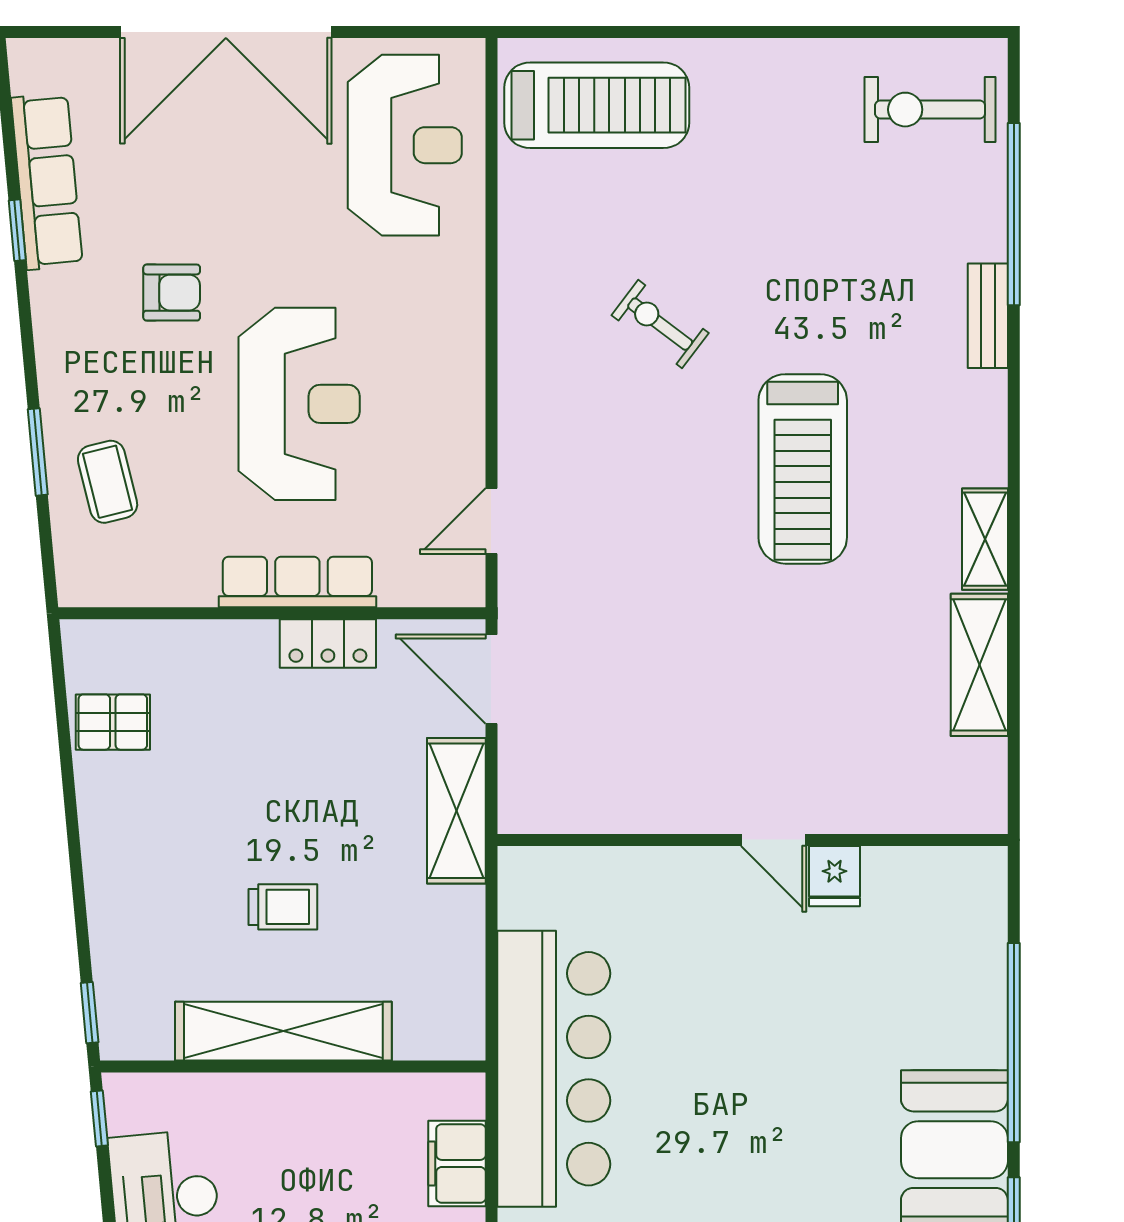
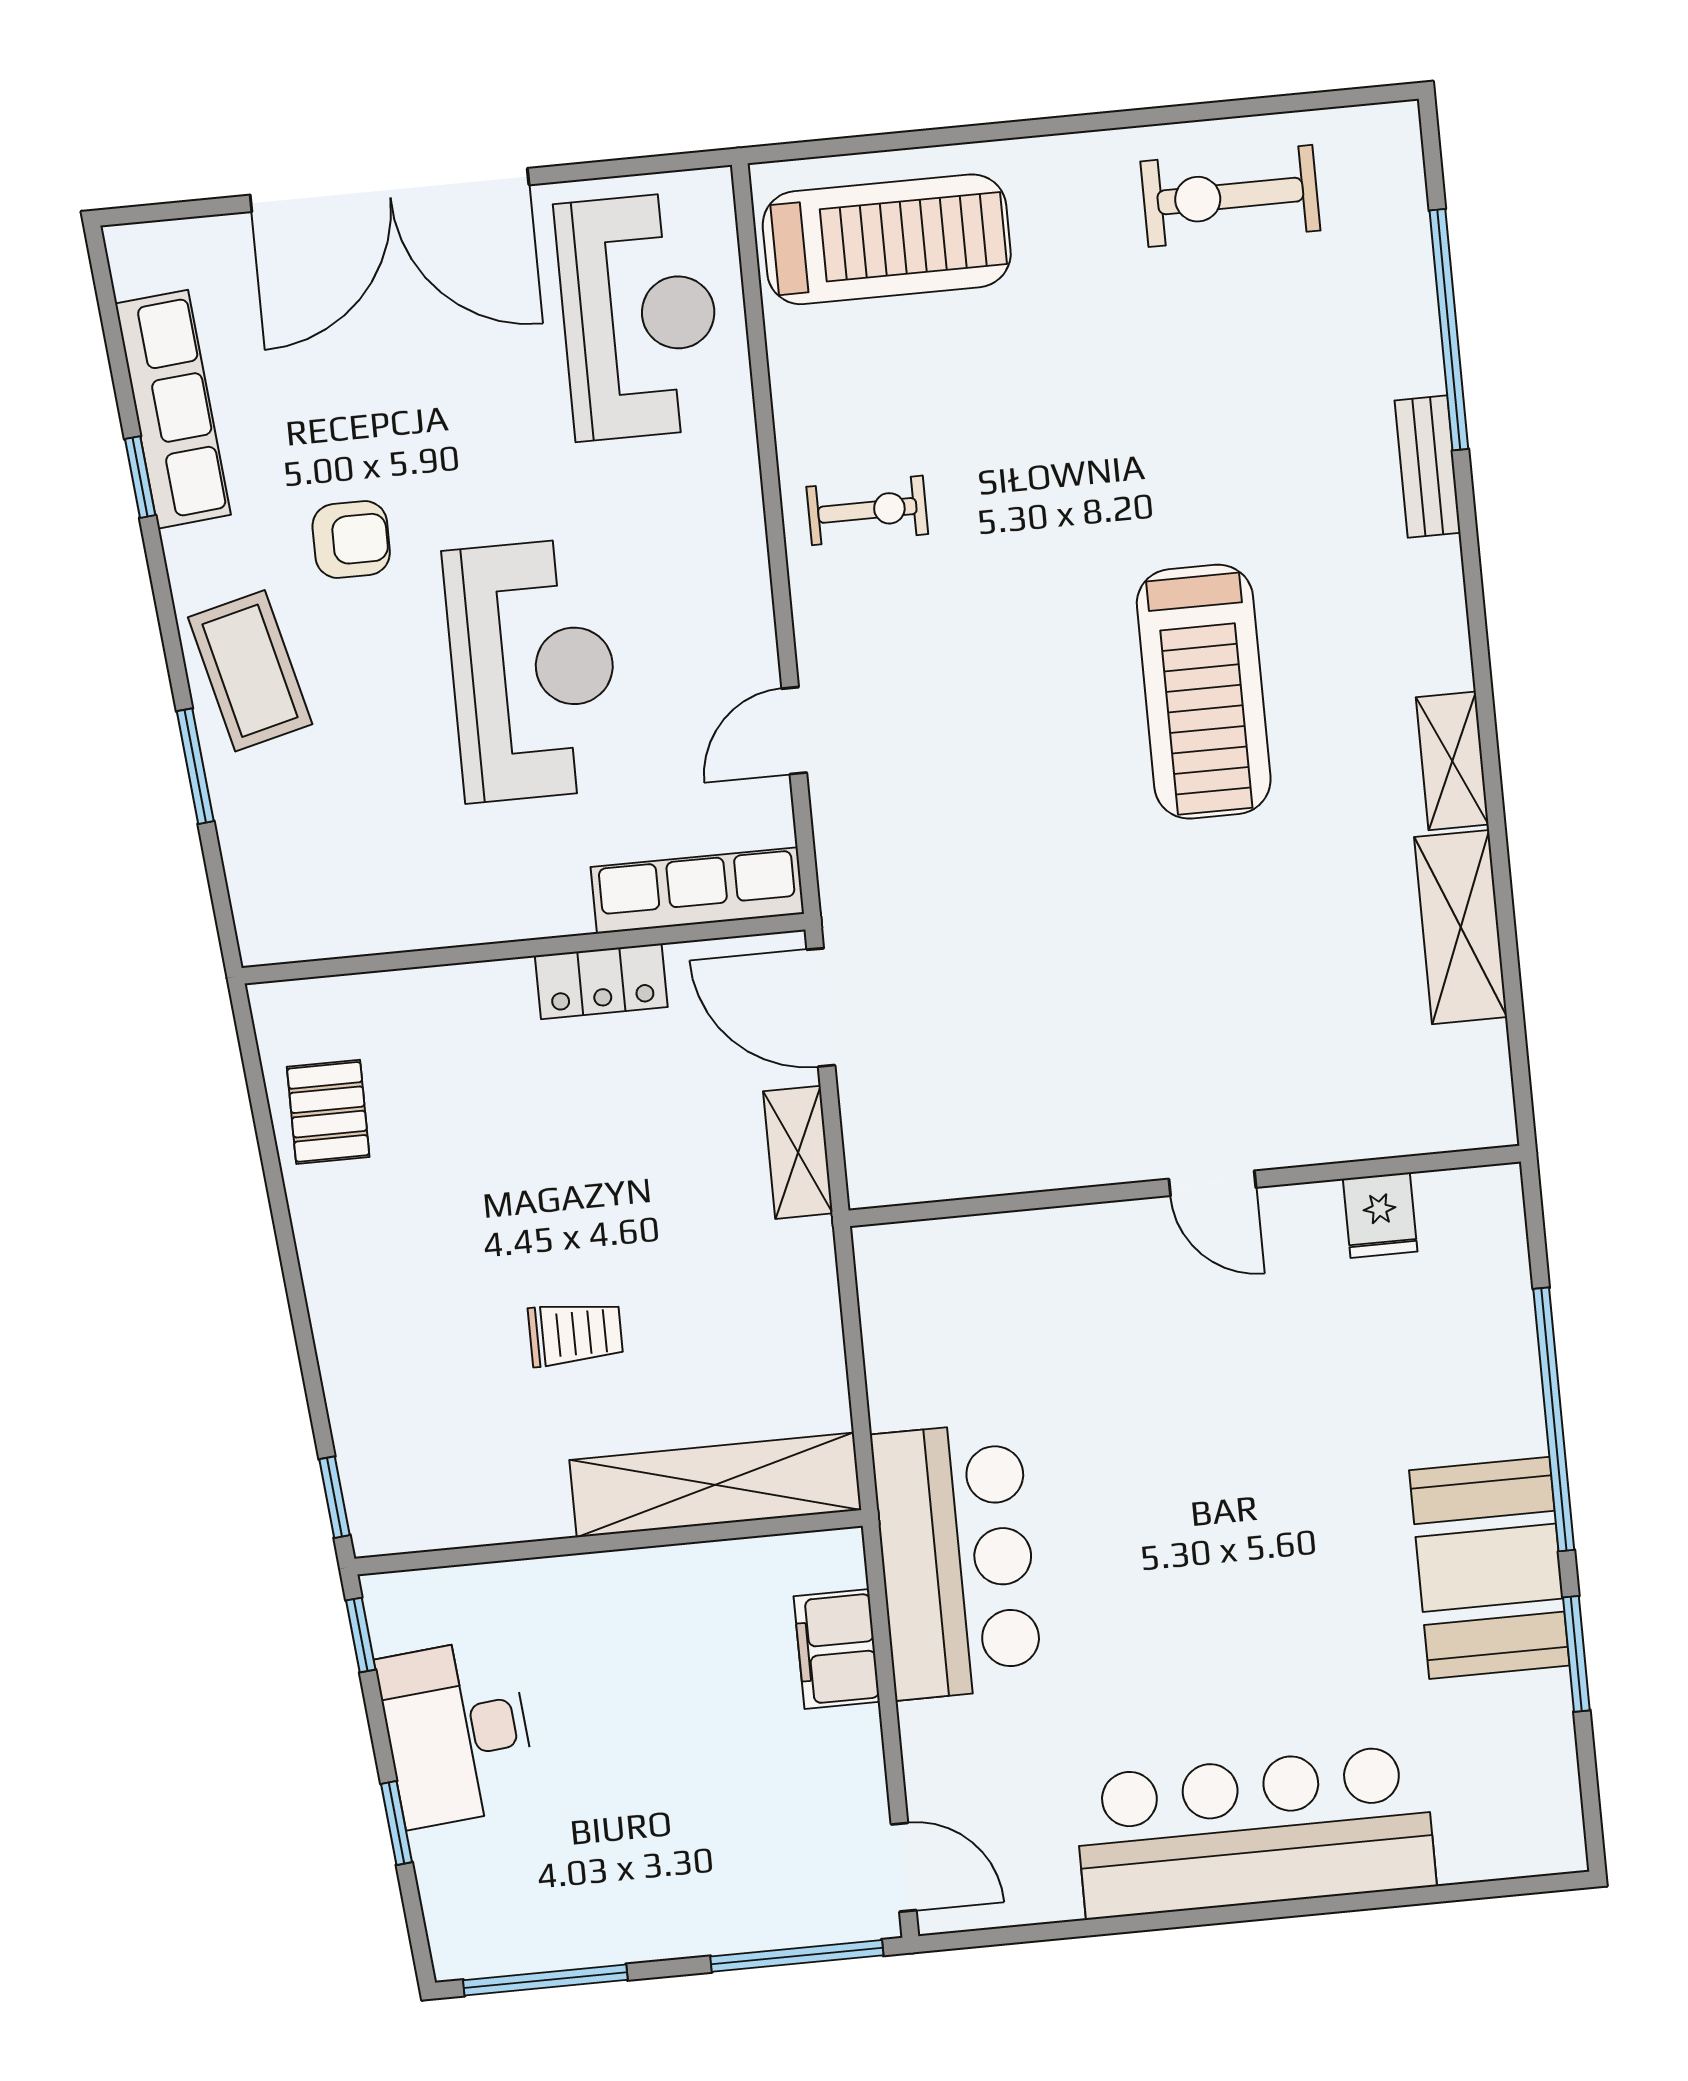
exercise bike: (930, 110) -> (1230, 196), moved
exercise bike: (660, 324) -> (867, 510), moved, turned 143
coffee table: (108, 482) -> (250, 671), moved, width x1.36, depth x1.30
door: (491, 521) -> (794, 731), moved
row of seats: (297, 582) -> (697, 890), moved
pallet: (113, 722) -> (328, 1112), turned 90
shelving: (456, 811) -> (798, 1152), width x0.67, depth x0.75
fridge: (835, 876) -> (1380, 1215), moved
shelving: (283, 1031) -> (715, 1485), moved
bar counter: (554, 1069) -> (957, 1561), width x0.73

